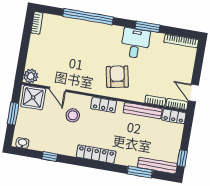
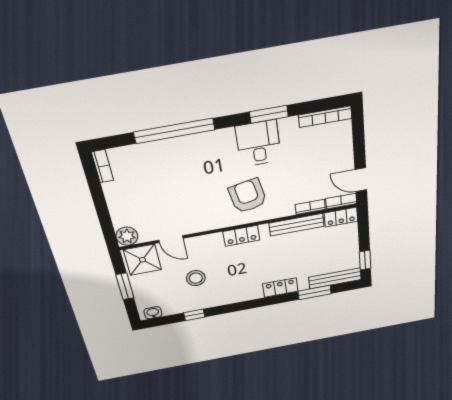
stool: (73, 115) -> (196, 278), moved
locker: (96, 154) -> (280, 288), moved, width x0.66

